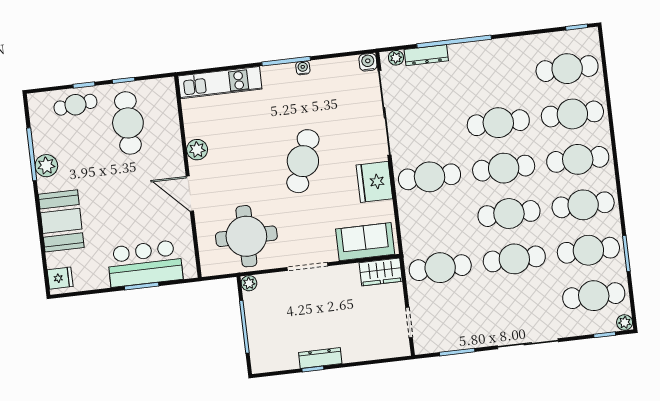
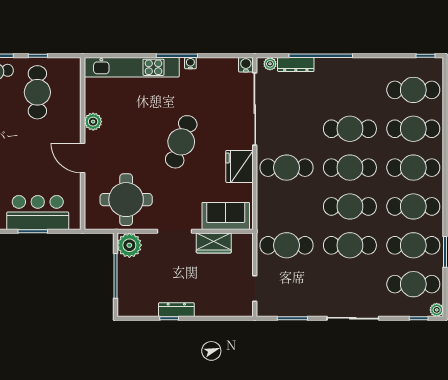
kitchen unit: (220, 83) -> (132, 67), width x1.36
wardrobe: (381, 272) -> (214, 243), moved
plant: (249, 283) -> (129, 245), width x1.87, depth x1.87

